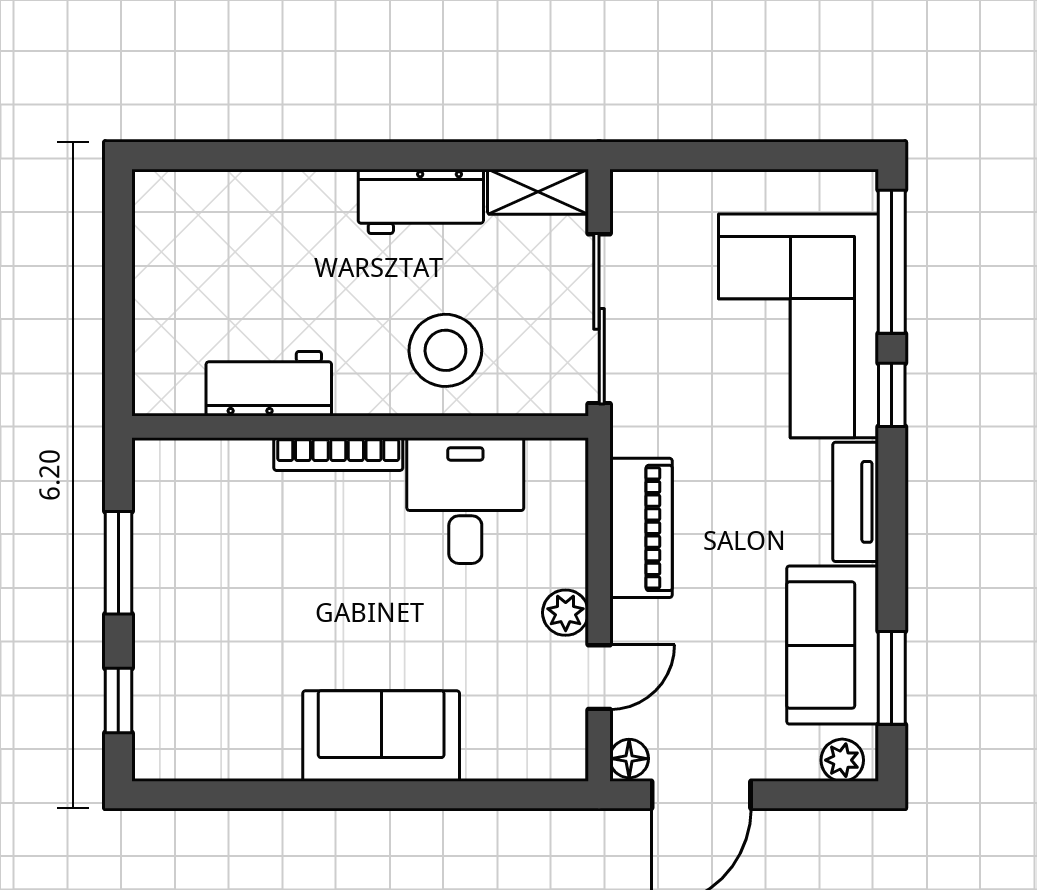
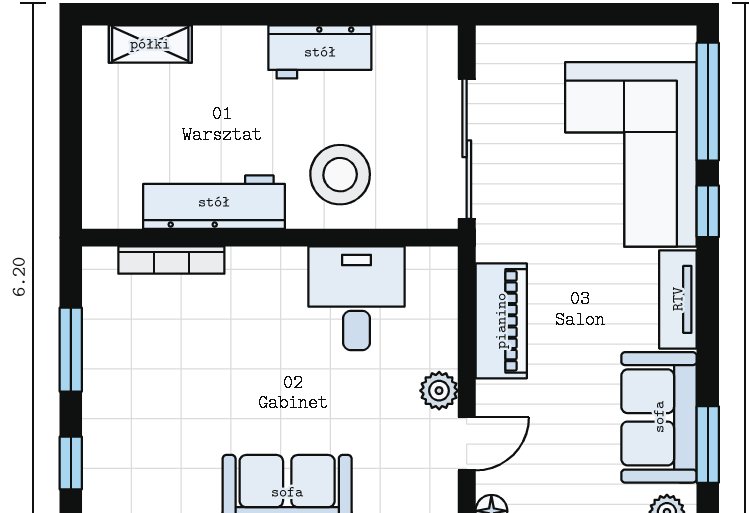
shelving: (538, 192) -> (150, 44), moved
workbench: (269, 384) -> (214, 202), width x1.38
bookcase: (338, 454) -> (171, 260), moved

